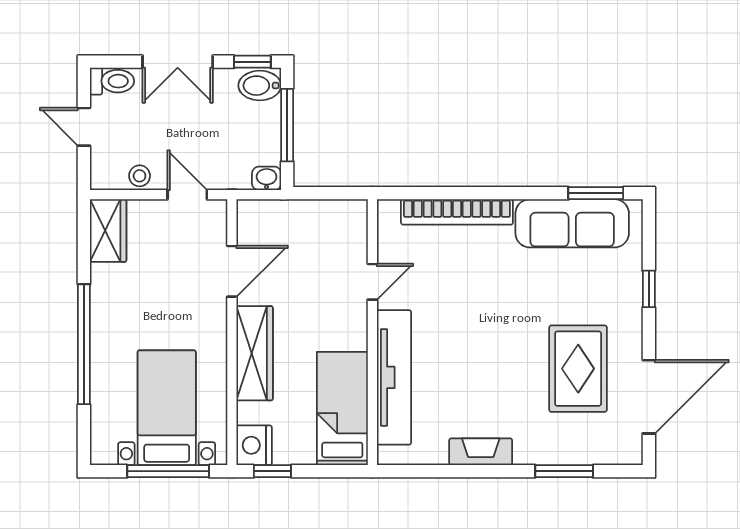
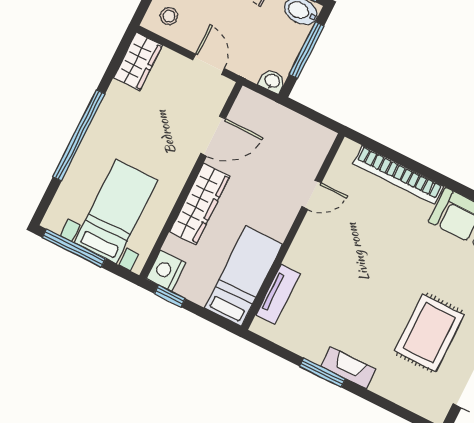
stool: (140, 176) -> (169, 16), moved
tv unit: (394, 377) -> (278, 294), width x0.52, depth x0.78
fireplace: (481, 452) -> (348, 368), moved
window: (168, 471) -> (74, 248), moved
window: (564, 471) -> (322, 373), moved

